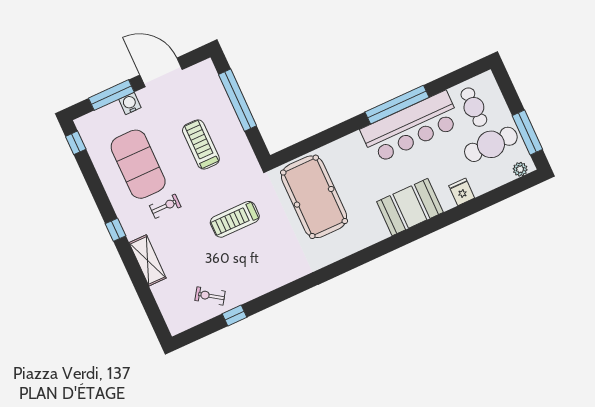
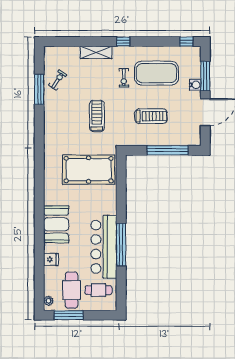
window: (235, 316) -> (39, 89), width x2.17

